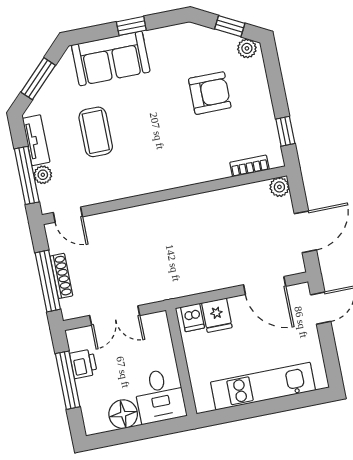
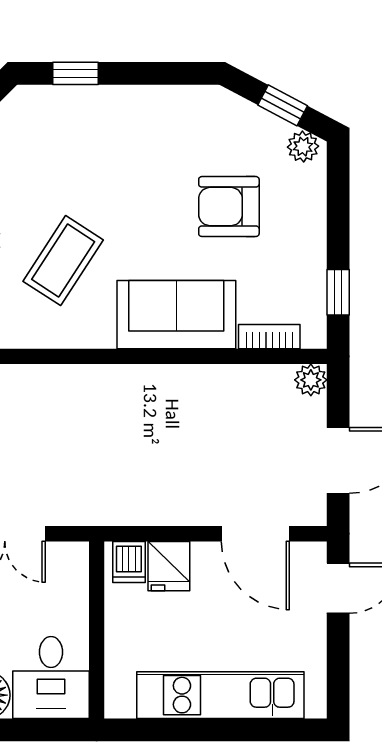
window: (131, 26) -> (75, 73), moved
sofa: (111, 58) -> (176, 315), moved, turned 180
armchair: (210, 93) -> (229, 207), turned 180
coffee table: (96, 132) -> (63, 261), moved, turned 33

